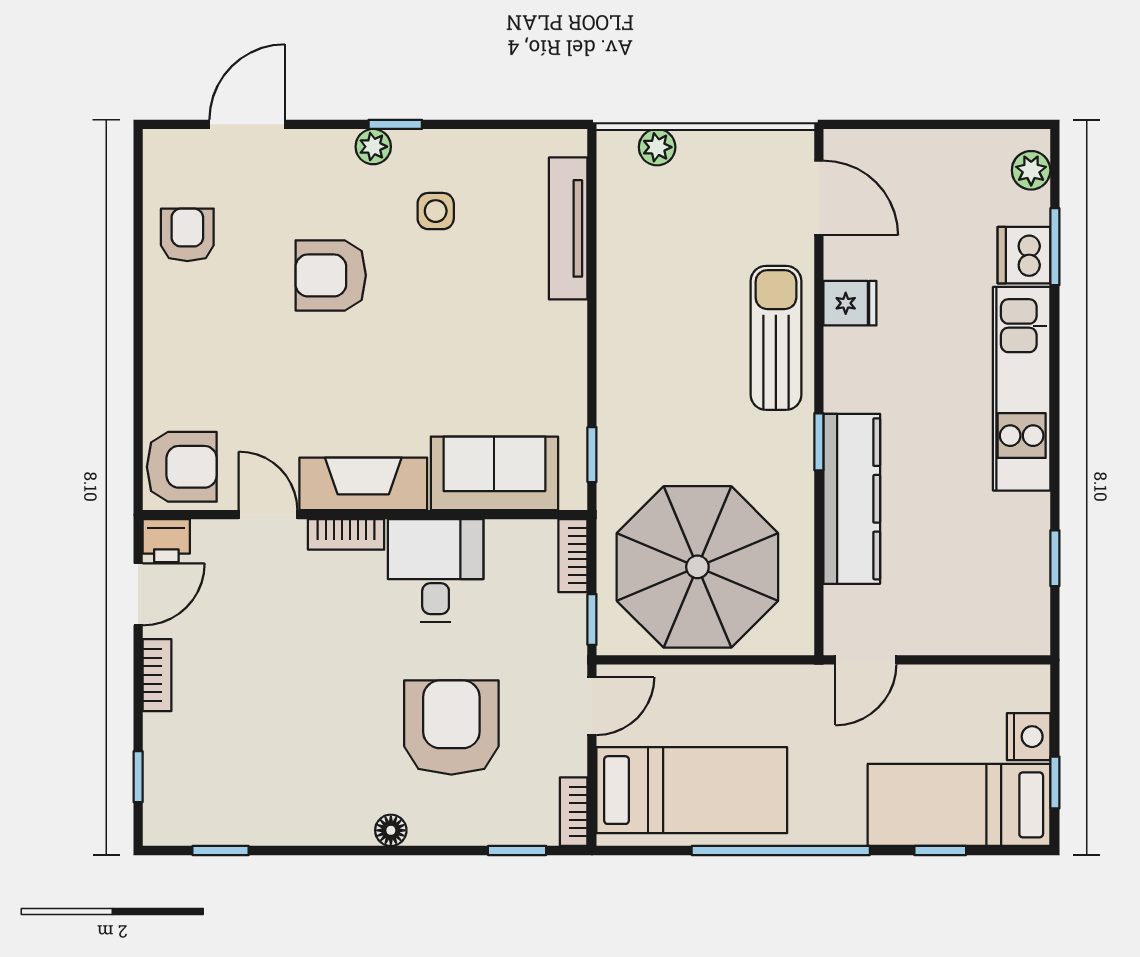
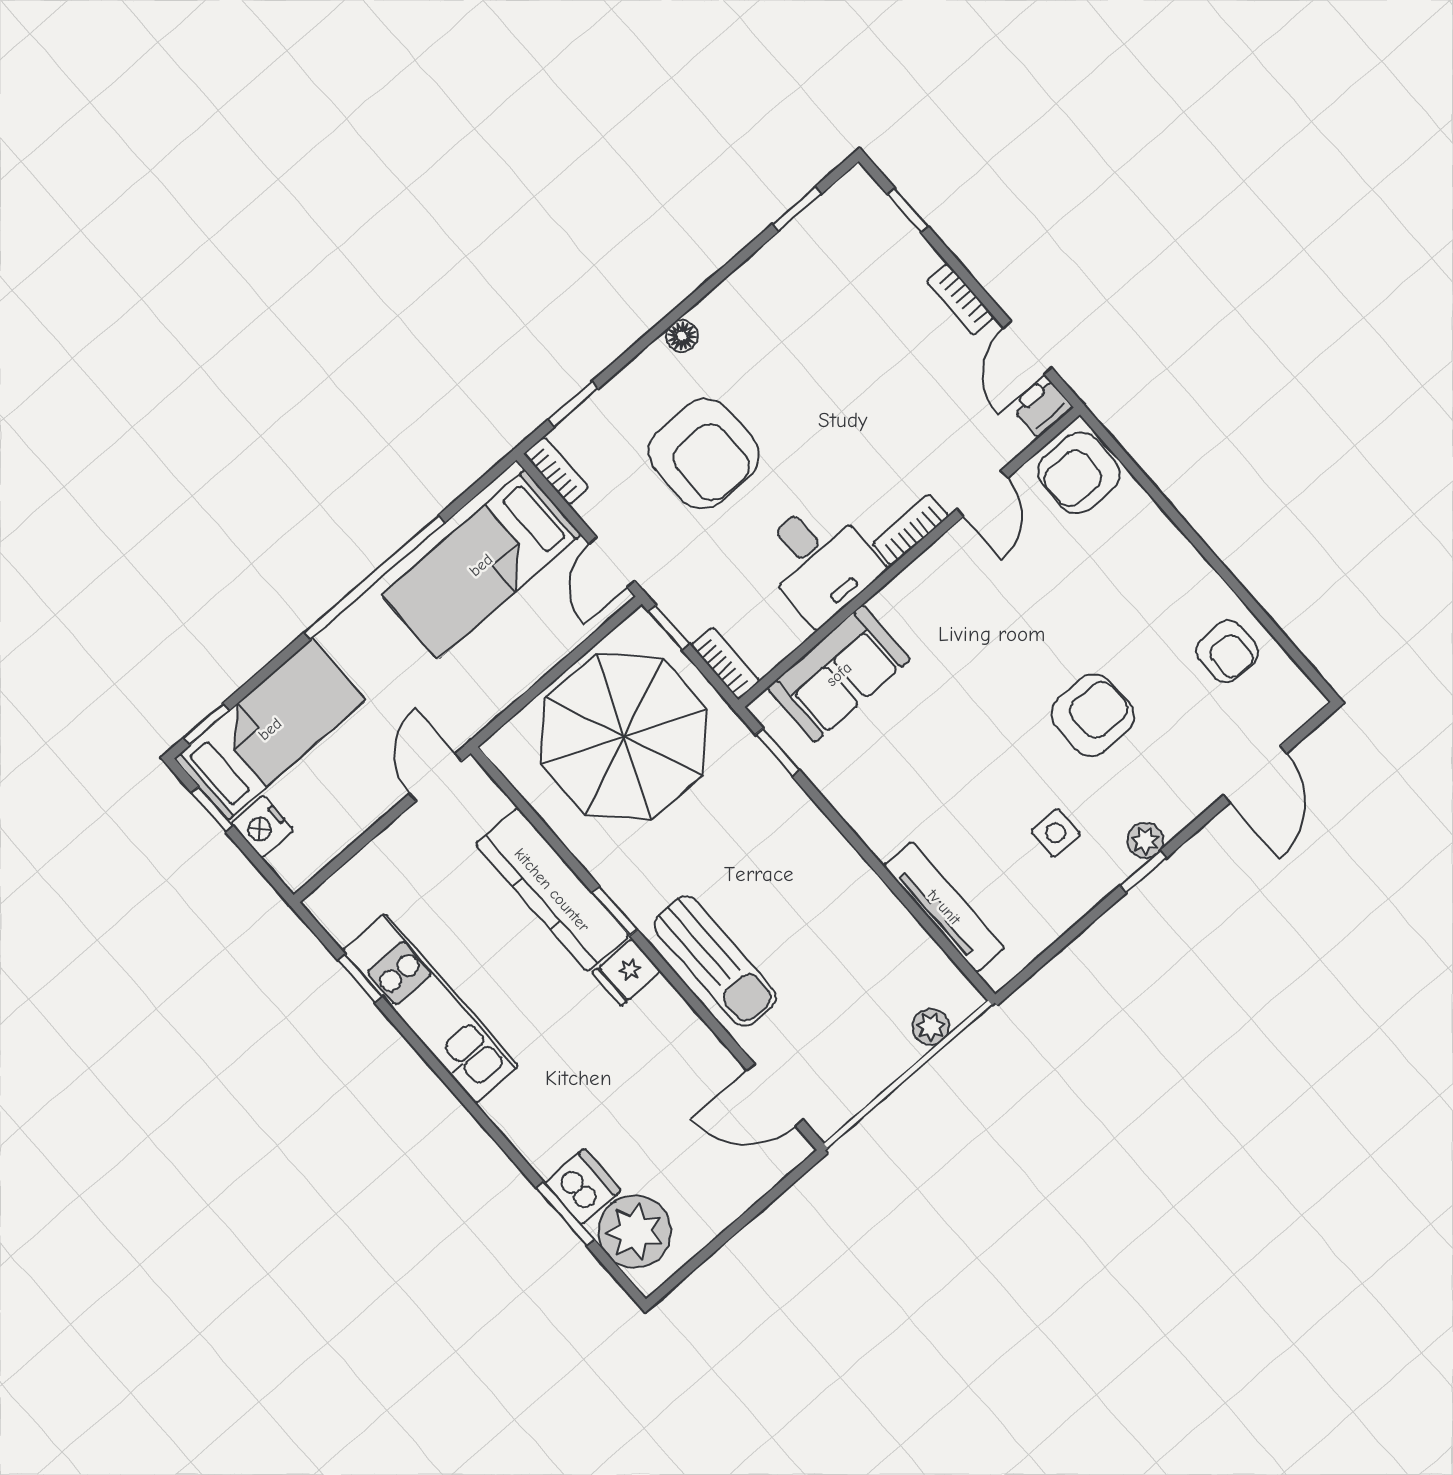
plant: (1031, 170) -> (635, 1232), width x1.88, depth x1.88
fridge: (850, 303) -> (627, 972), moved
kitchen unit: (1022, 389) -> (430, 1008), moved
fireplace: (363, 484) -> (931, 579), removed
door: (268, 515) -> (982, 493), hinge flipped
window: (940, 851) -> (206, 724), moved

